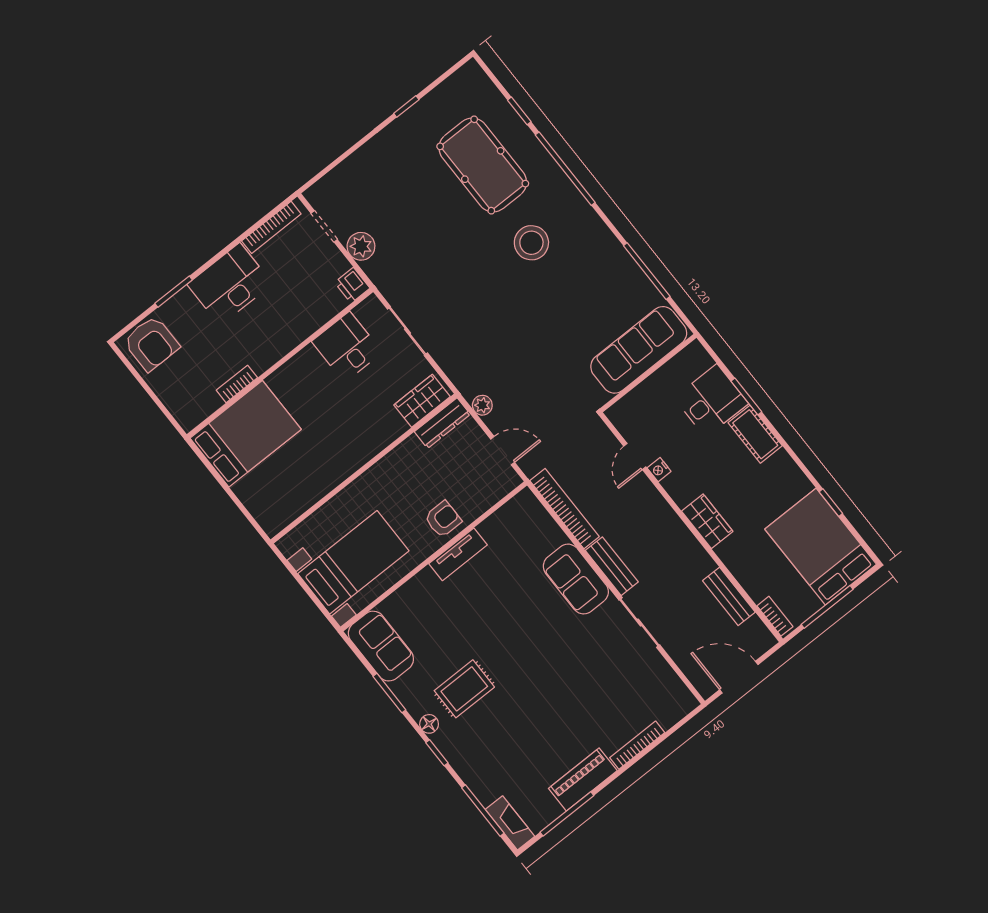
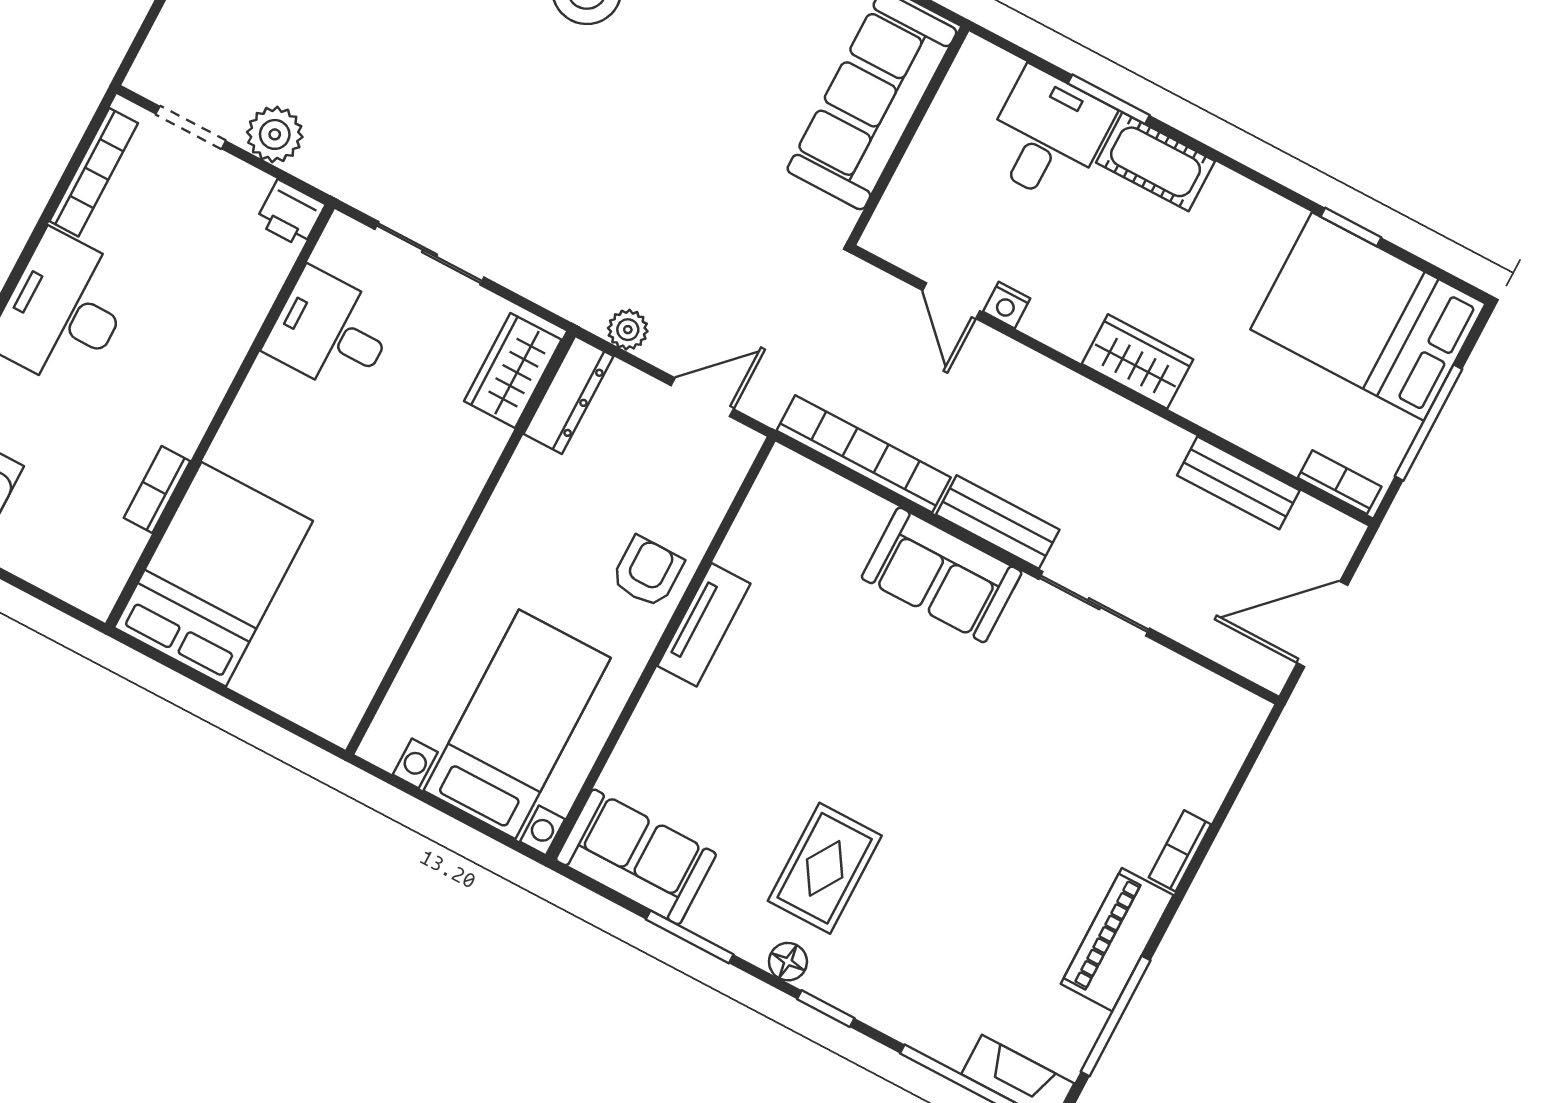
bookcase: (637, 745) -> (1180, 851), width x0.64

